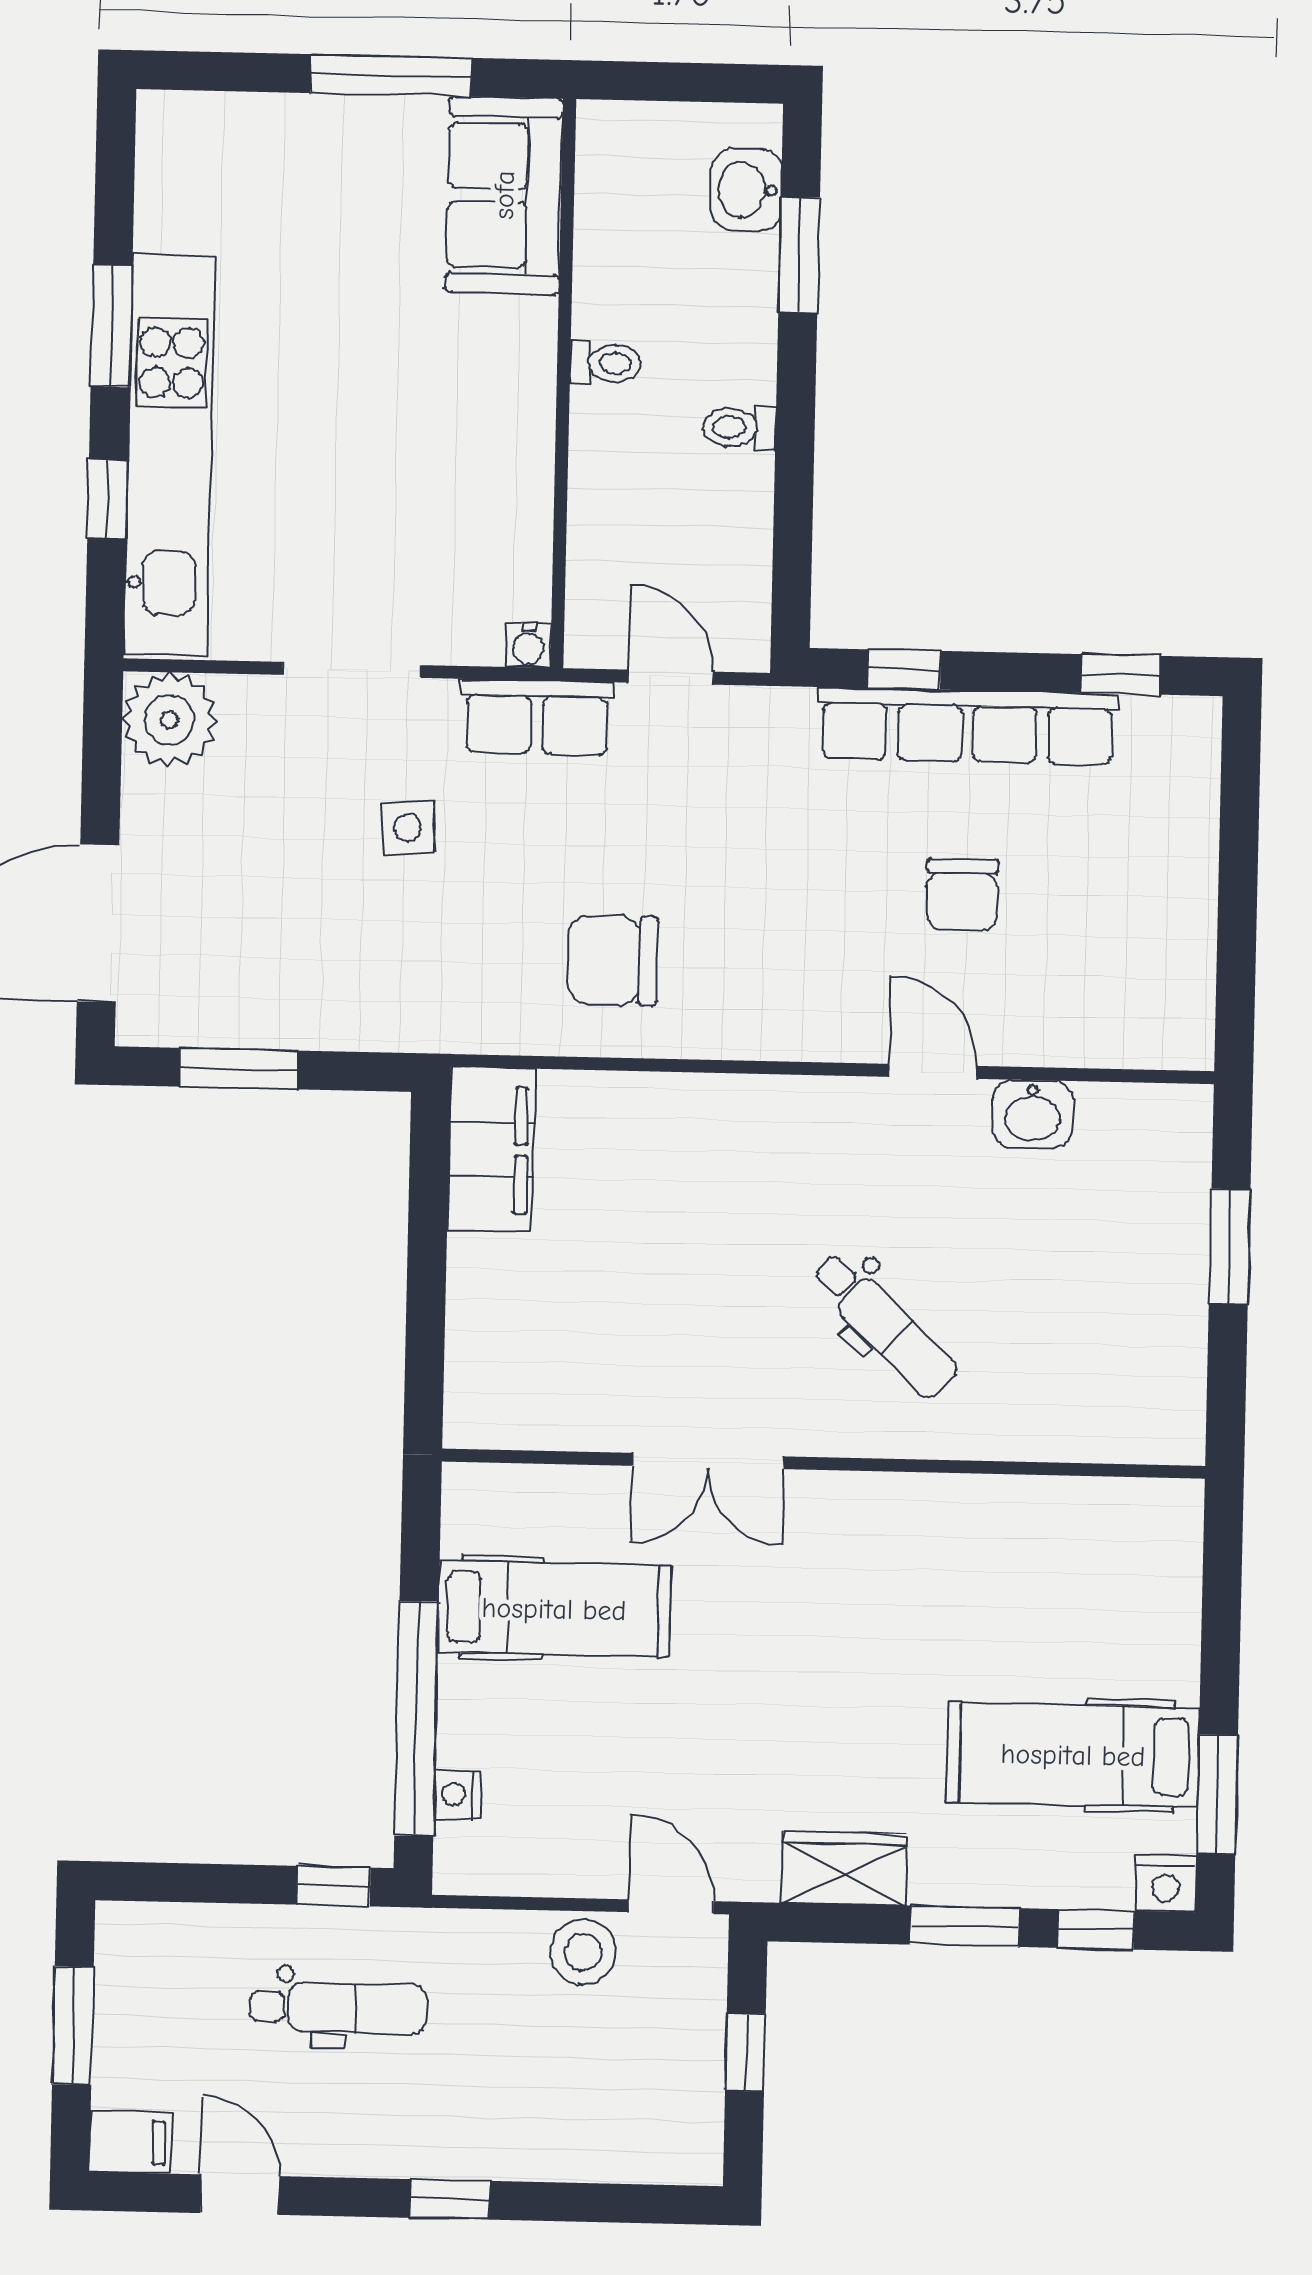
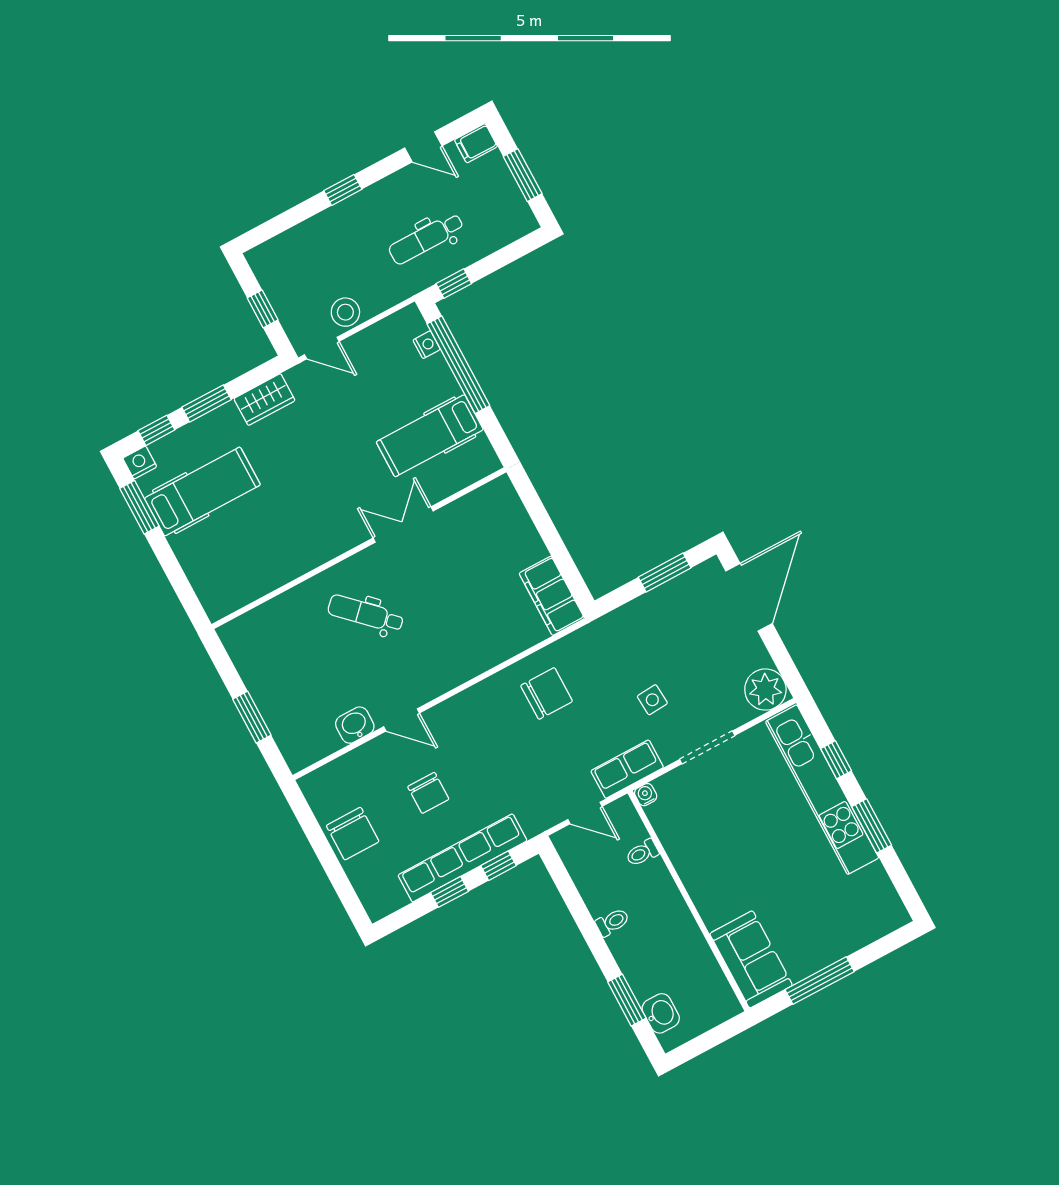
toilet: (605, 363) -> (642, 853), moved
window: (1121, 674) -> (450, 892), moved
chair: (962, 895) -> (428, 793), turned 180
chair: (1160, 899) -> (353, 834), added

